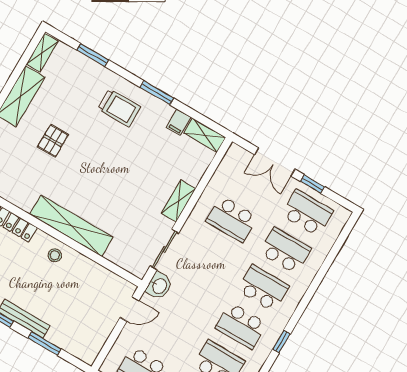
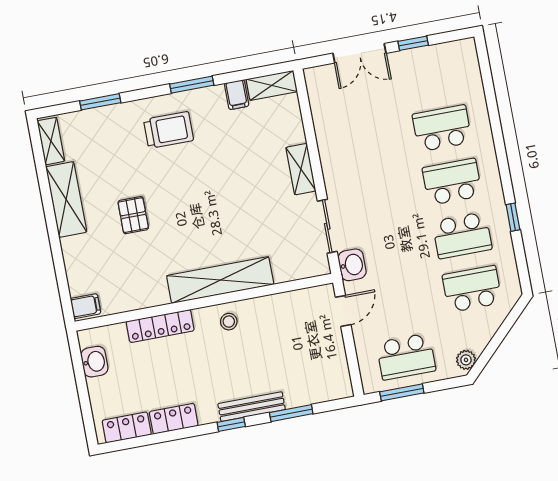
school desk: (307, 213) -> (432, 75), removed
school desk: (232, 219) -> (366, 142), removed

